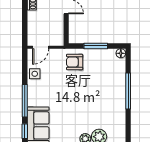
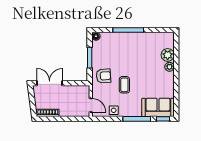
armchair: (75, 62) -> (104, 76), turned -94
coffee table: (64, 86) -> (124, 85), added

